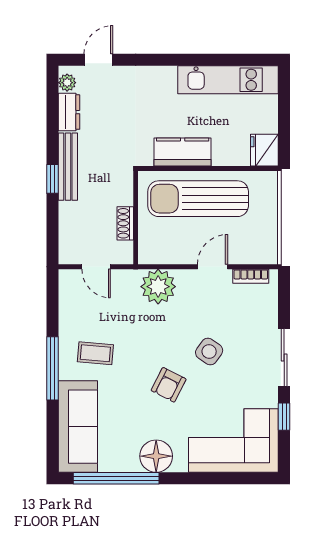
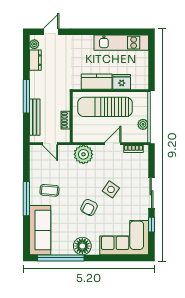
fridge: (264, 150) -> (122, 82), moved, turned 90
bench: (68, 167) -> (35, 117), moved
window: (53, 179) -> (26, 96), width x2.17
plant: (268, 231) -> (143, 124), added

